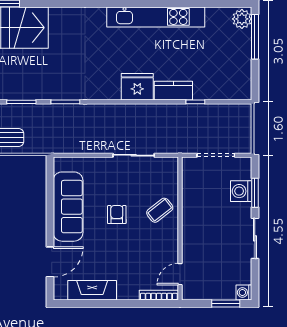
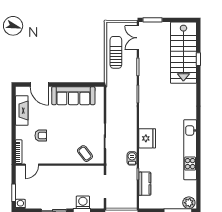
kitchen counter: (173, 91) -> (145, 184), moved
barbecue: (170, 111) -> (132, 158), added
coffee table: (160, 210) -> (85, 154), moved
armchair: (117, 215) -> (41, 136), moved
door: (180, 274) -> (32, 165), swing flipped

